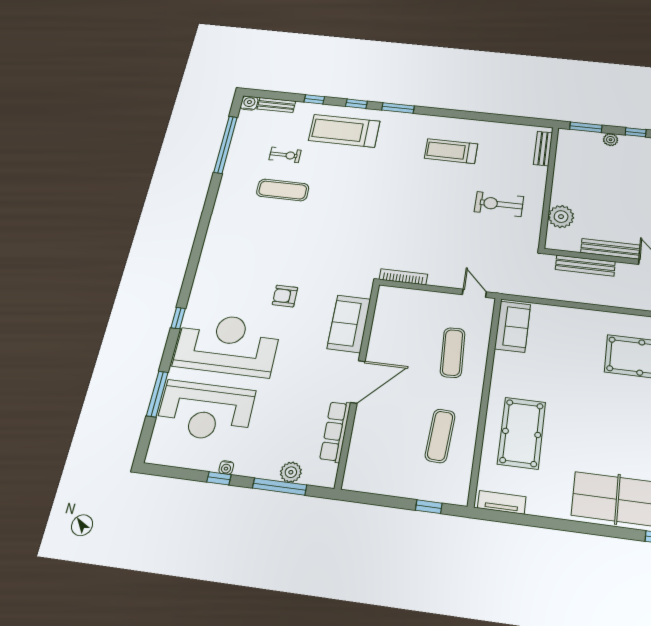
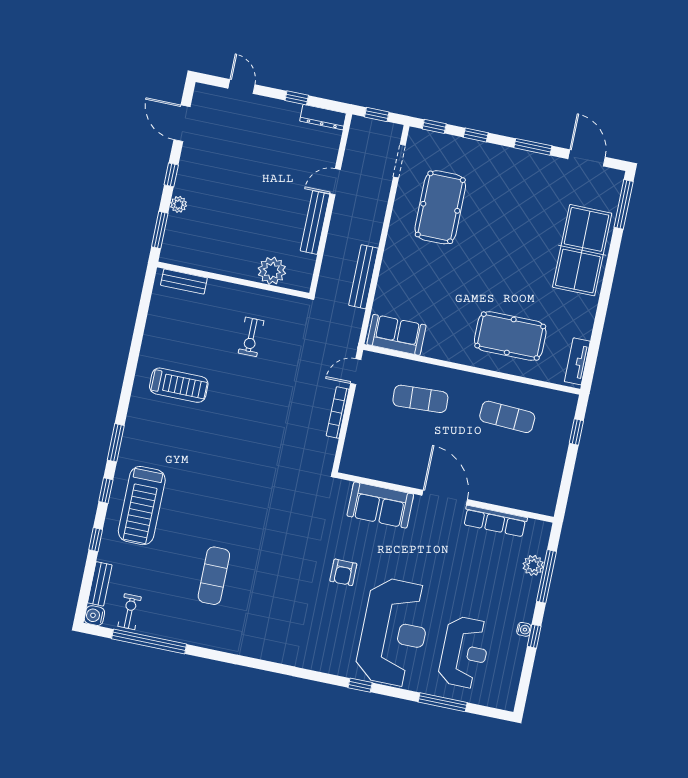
treadmill: (451, 151) -> (179, 385), turned -90
exercise bike: (285, 155) -> (130, 612), moved
exercise bike: (499, 204) -> (251, 337), width x0.73, depth x0.72
bench: (585, 266) -> (363, 277), moved
bookcase: (403, 277) -> (338, 413), moved
reception desk: (227, 344) -> (394, 632), turned 180
reception desk: (205, 411) -> (464, 652), width x0.74, depth x0.77

